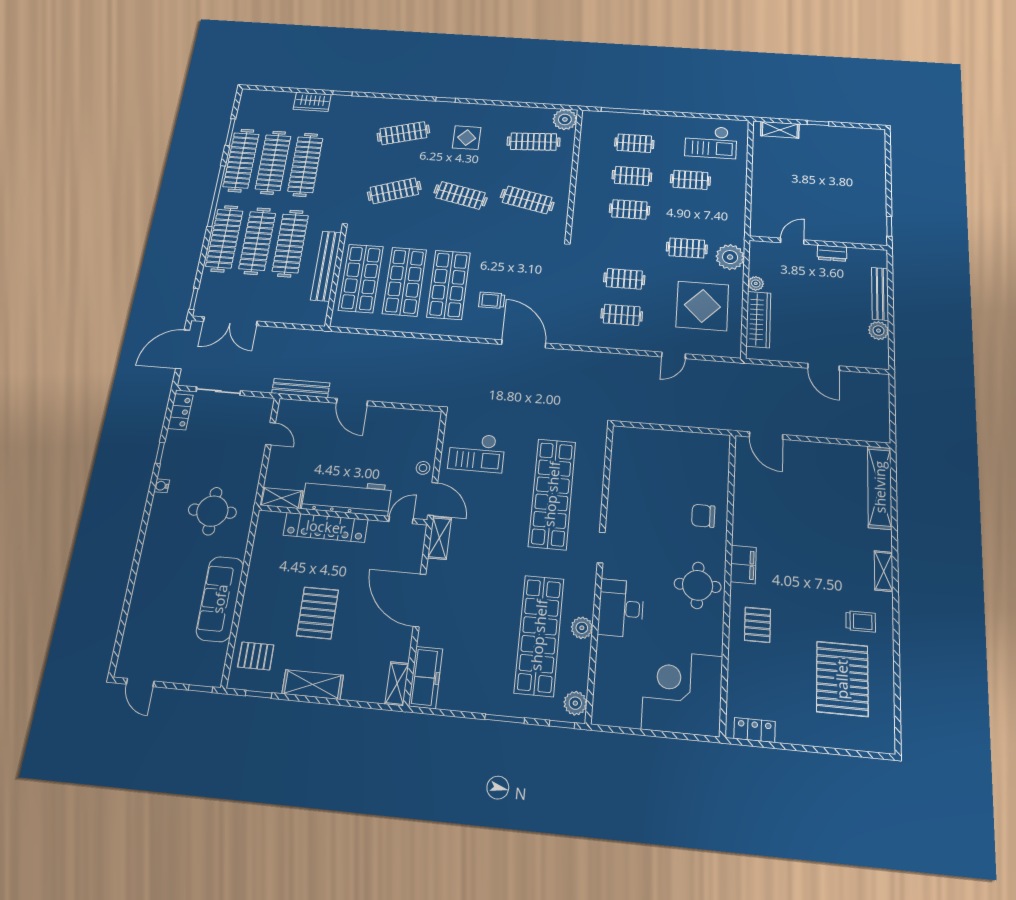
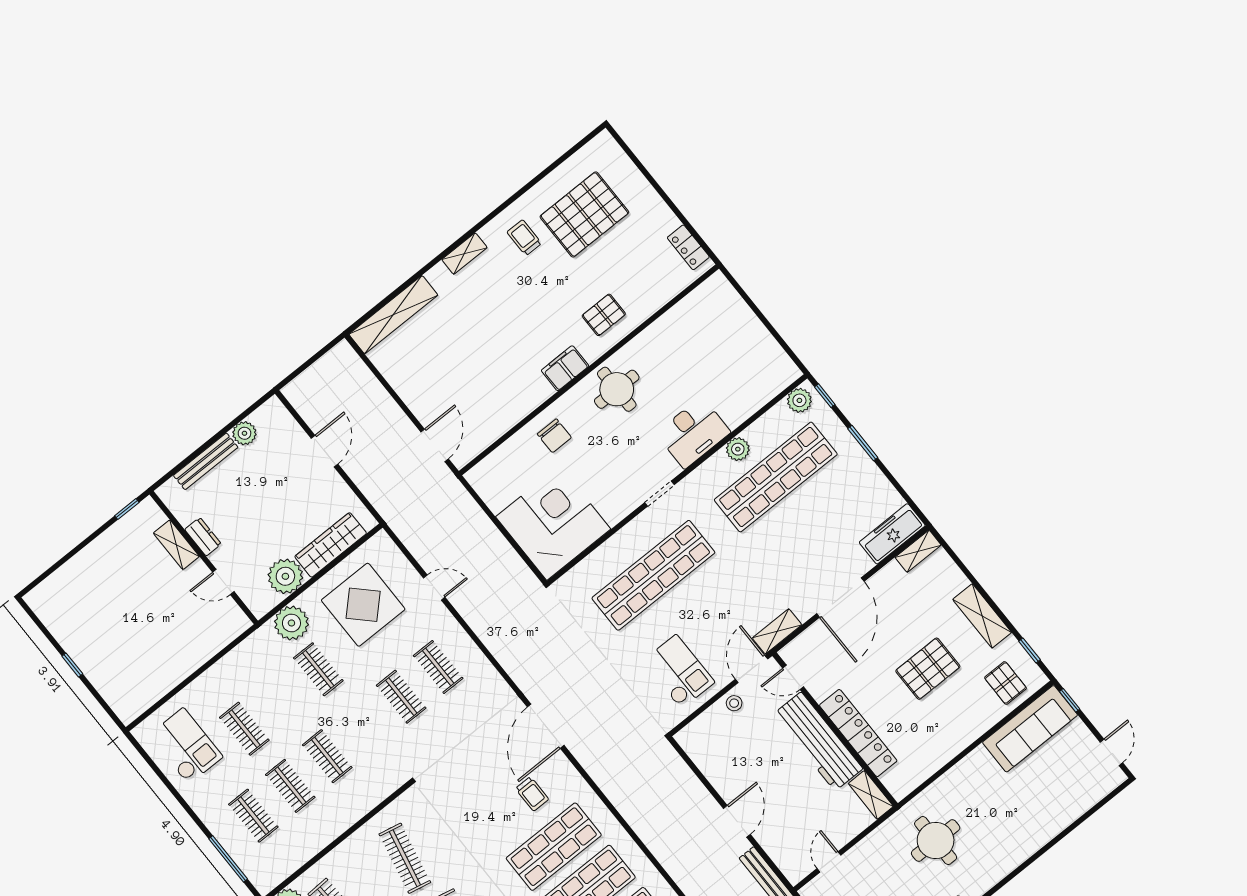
shelving: (780, 130) -> (176, 545), moved
plant: (756, 283) -> (285, 576), width x1.88, depth x1.88
sofa: (220, 599) -> (1030, 729), moved
corner desk: (682, 693) -> (553, 523), moved, turned 180

